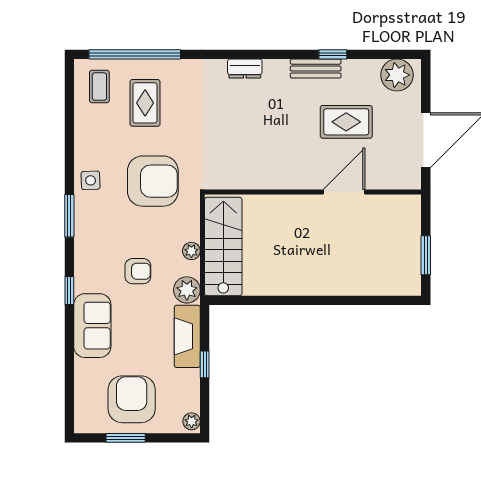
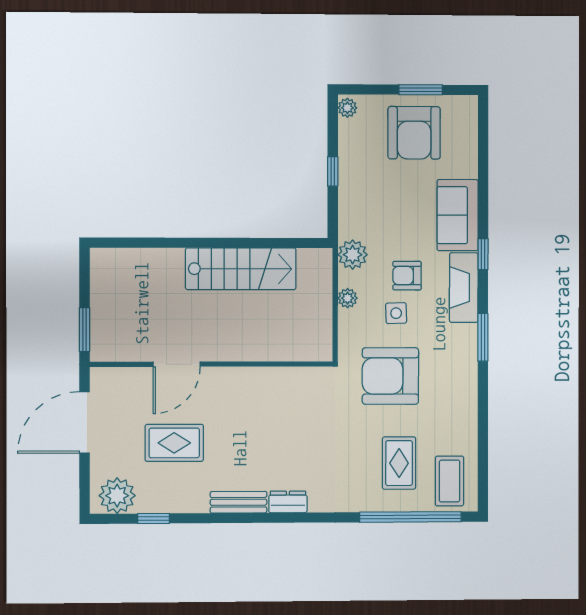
window: (333, 54) -> (154, 518), moved
bench: (316, 69) -> (239, 502), moved
coffee table: (99, 87) -> (450, 481), width x1.36, depth x1.30
side table: (91, 180) -> (396, 313), moved
stairs: (223, 247) -> (241, 269), moved, turned -90
window: (426, 255) -> (85, 330), moved
fireplace: (187, 336) -> (464, 288), moved, turned 180

